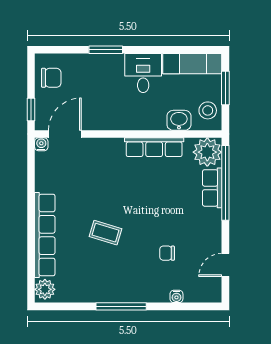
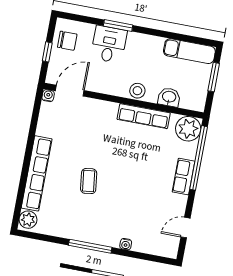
desk: (143, 73) -> (109, 44), moved
window: (31, 110) -> (47, 52), moved
stool: (208, 110) -> (137, 91), moved
row of seats: (212, 188) -> (183, 177), moved
coffee table: (106, 233) -> (89, 181), turned 66
chair: (167, 253) -> (138, 208), removed
water cooler: (176, 296) -> (126, 244), moved

